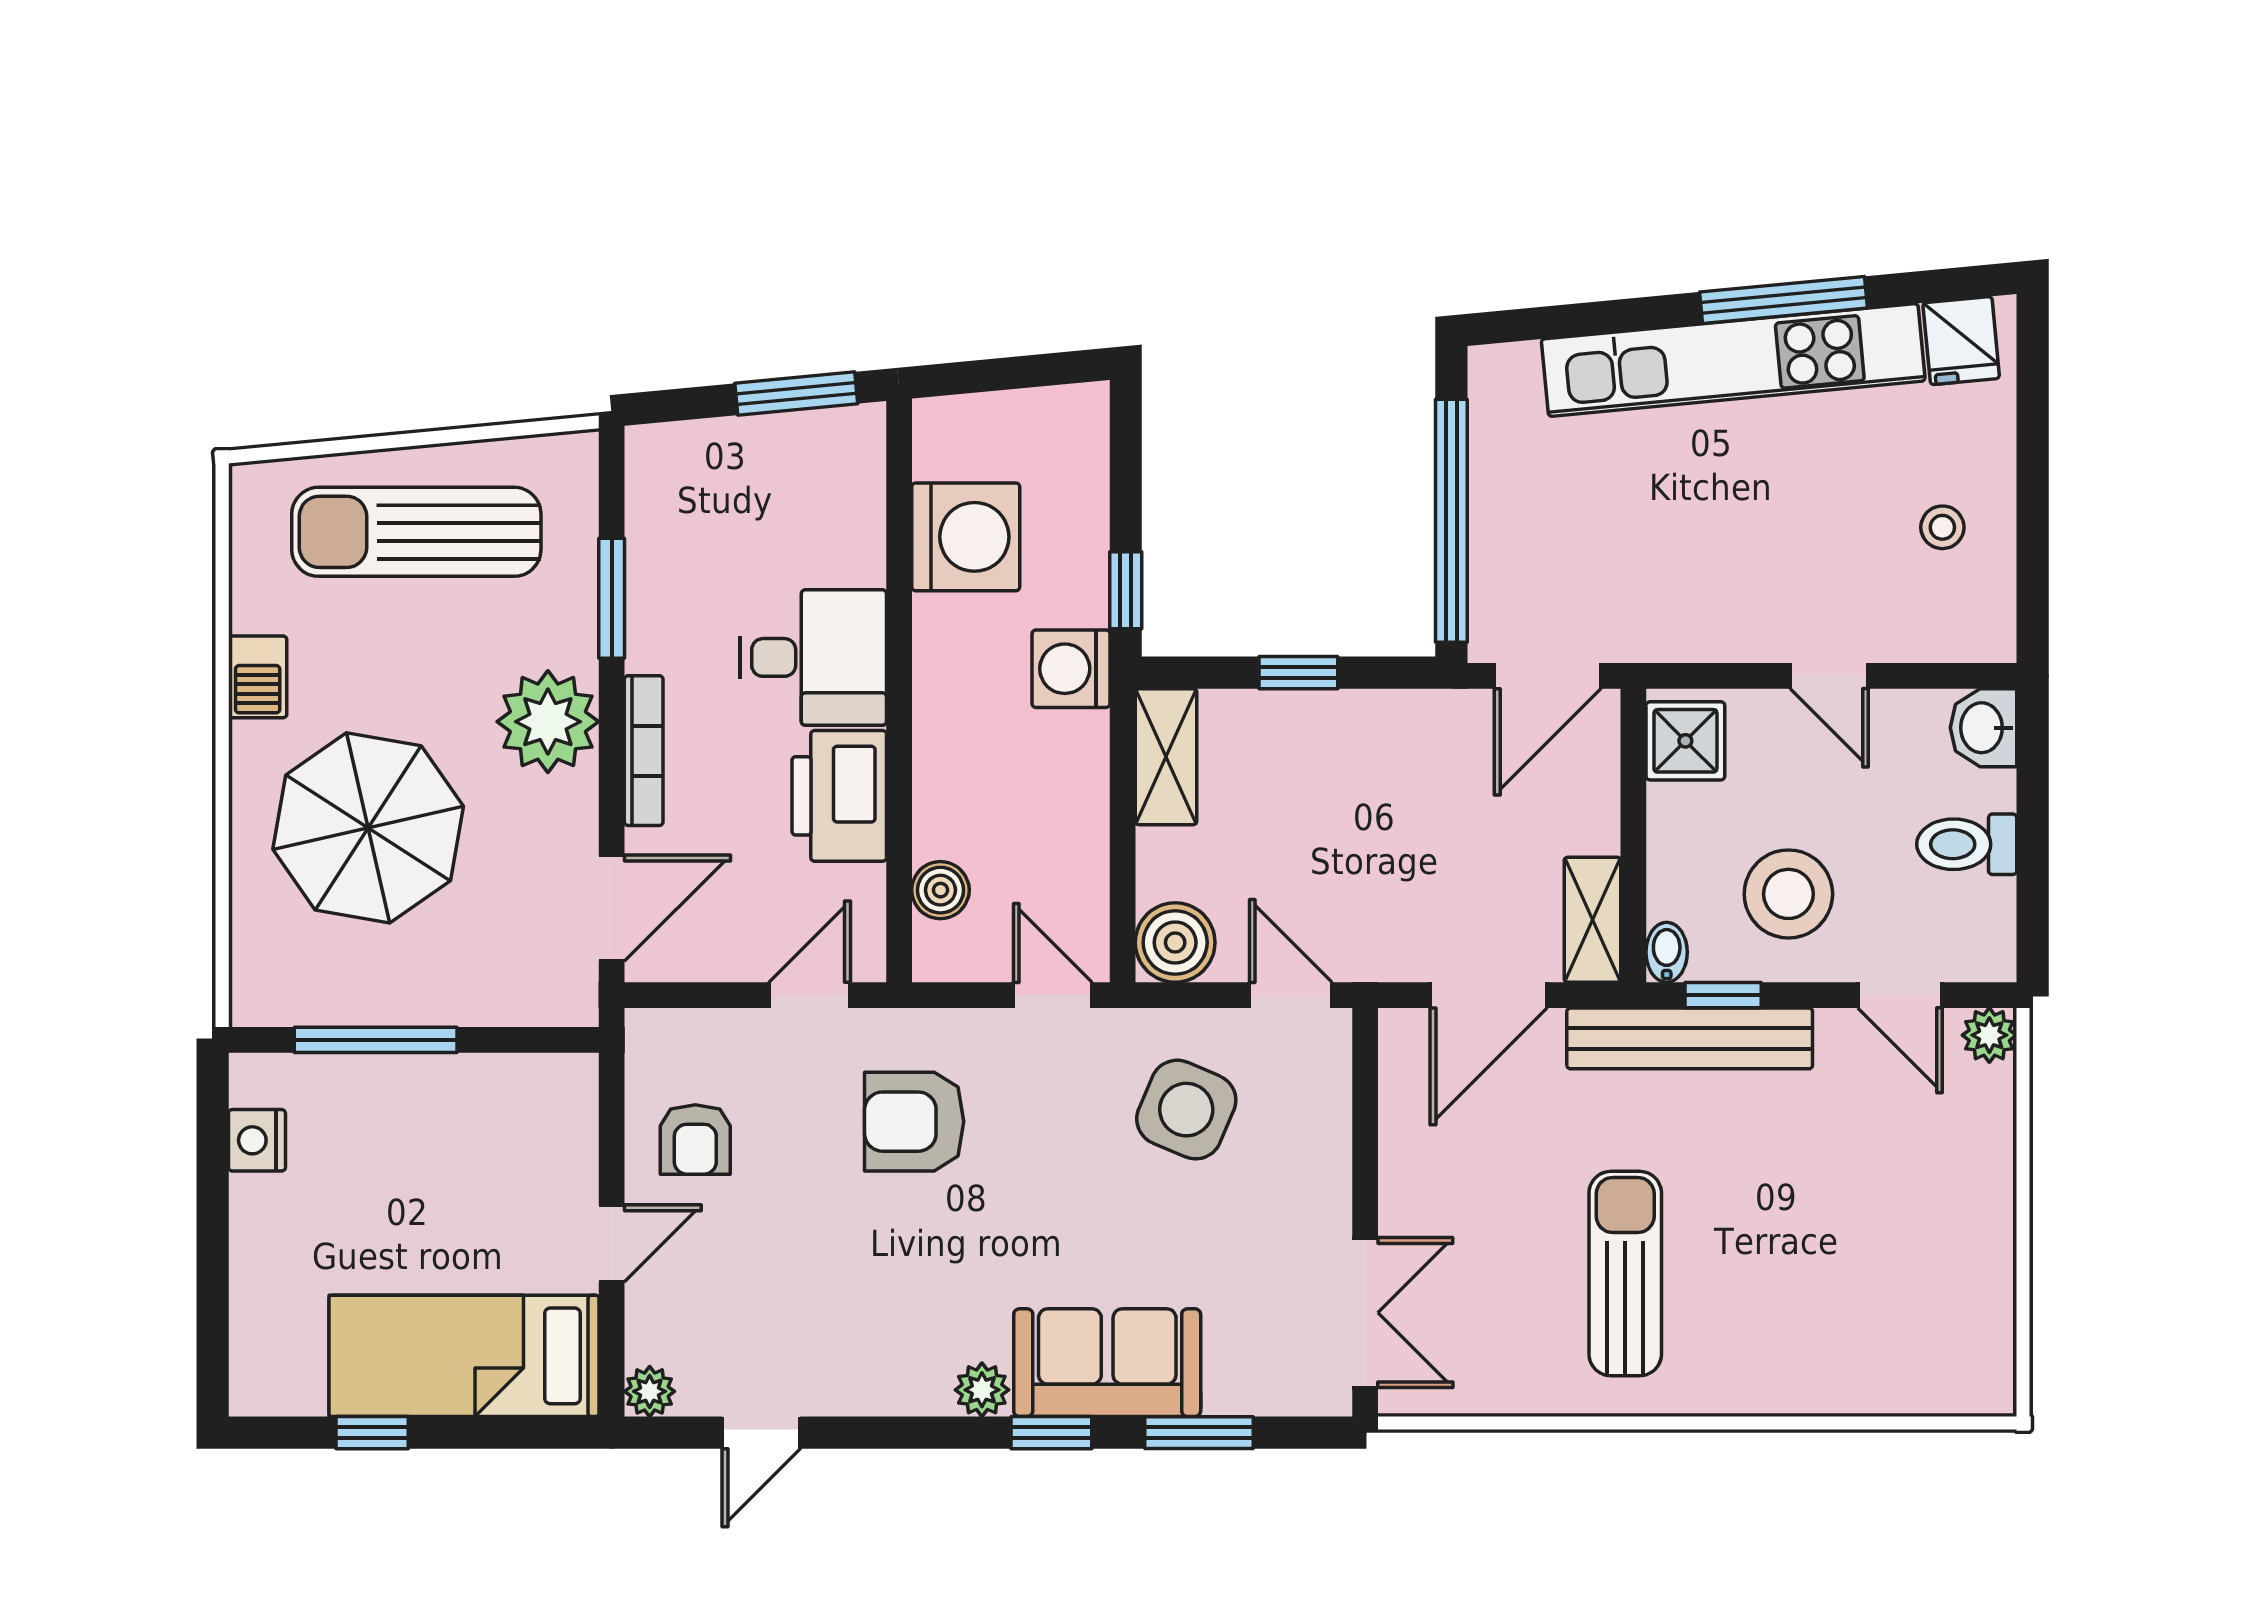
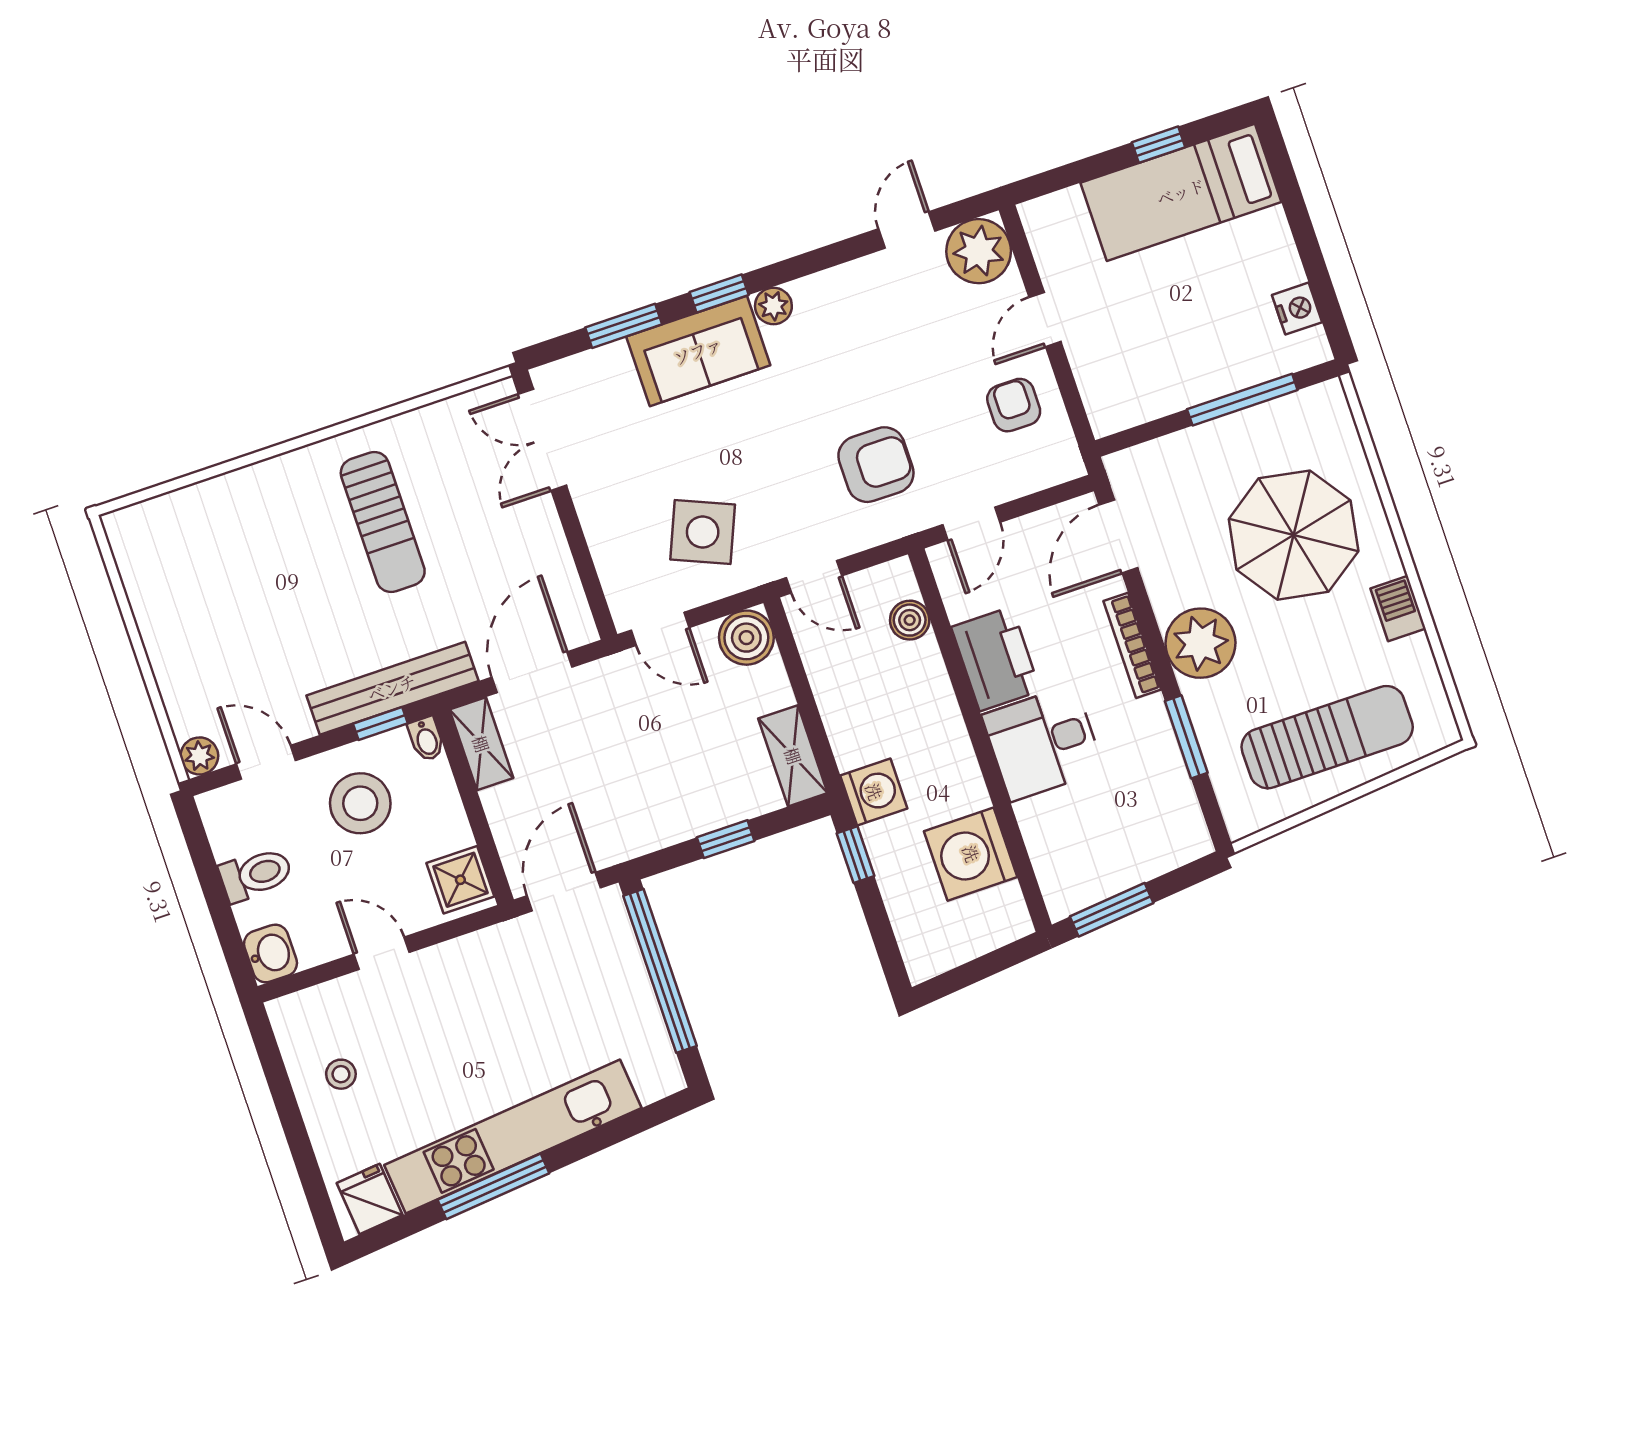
bed: (464, 1356) -> (1181, 192), moved, turned 180
plant: (650, 1391) -> (979, 251), width x1.88, depth x1.88

